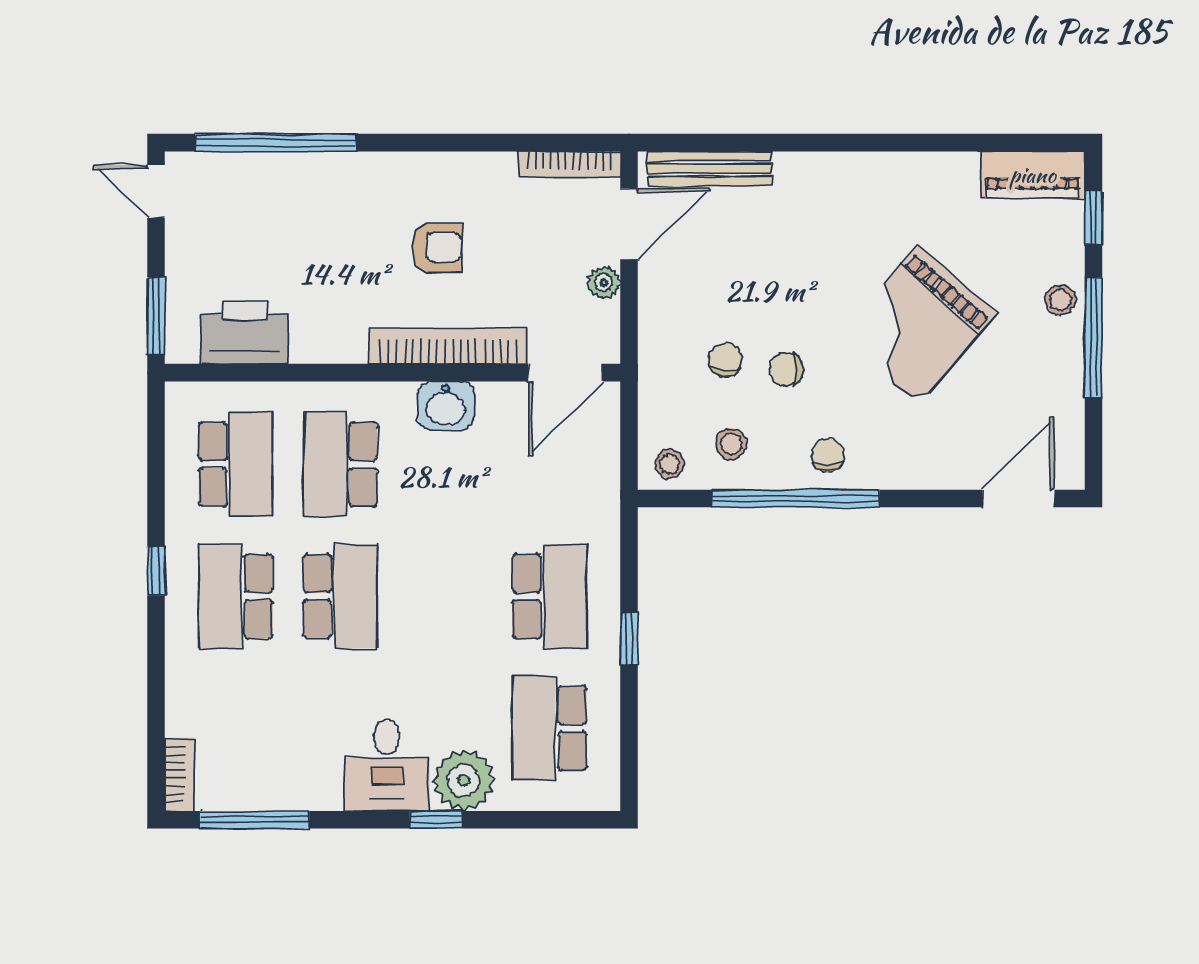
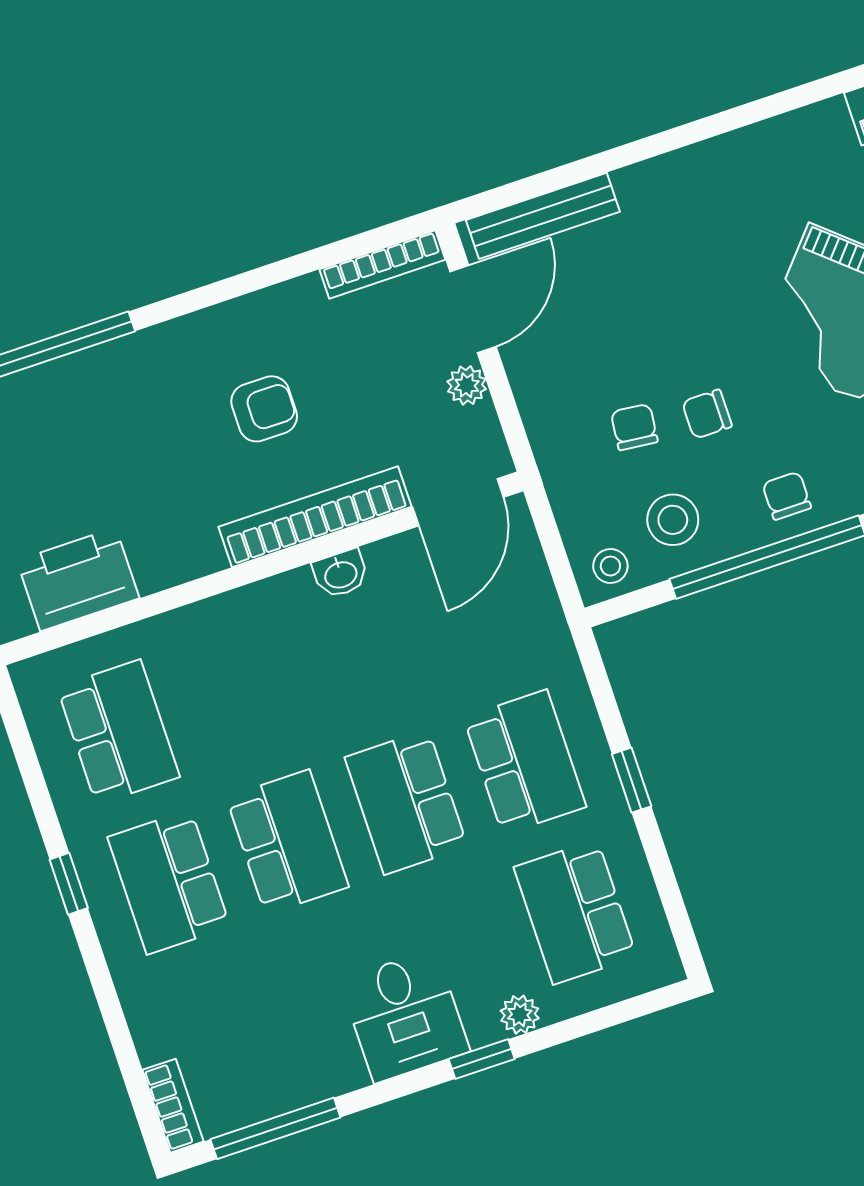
washbasin: (446, 406) -> (341, 574), width x0.72, depth x0.69
stool: (731, 444) -> (673, 520), width x1.37, depth x1.37
school desk: (340, 464) -> (406, 802), moved
plant: (464, 780) -> (520, 1015), width x0.53, depth x0.53

